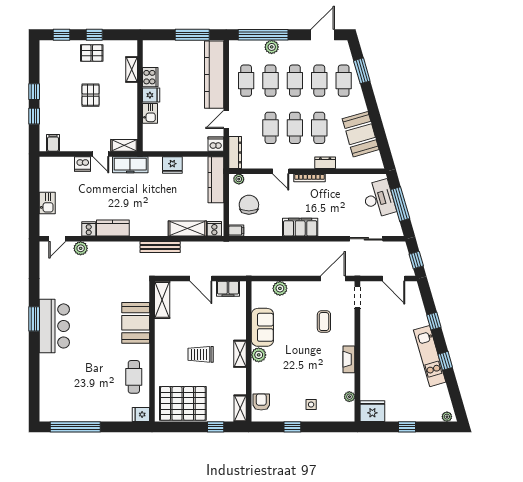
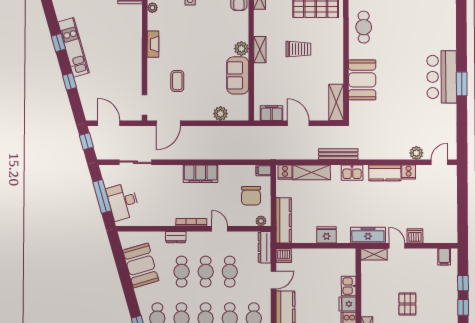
kitchen sink: (47, 203) -> (352, 173), moved, turned -90

